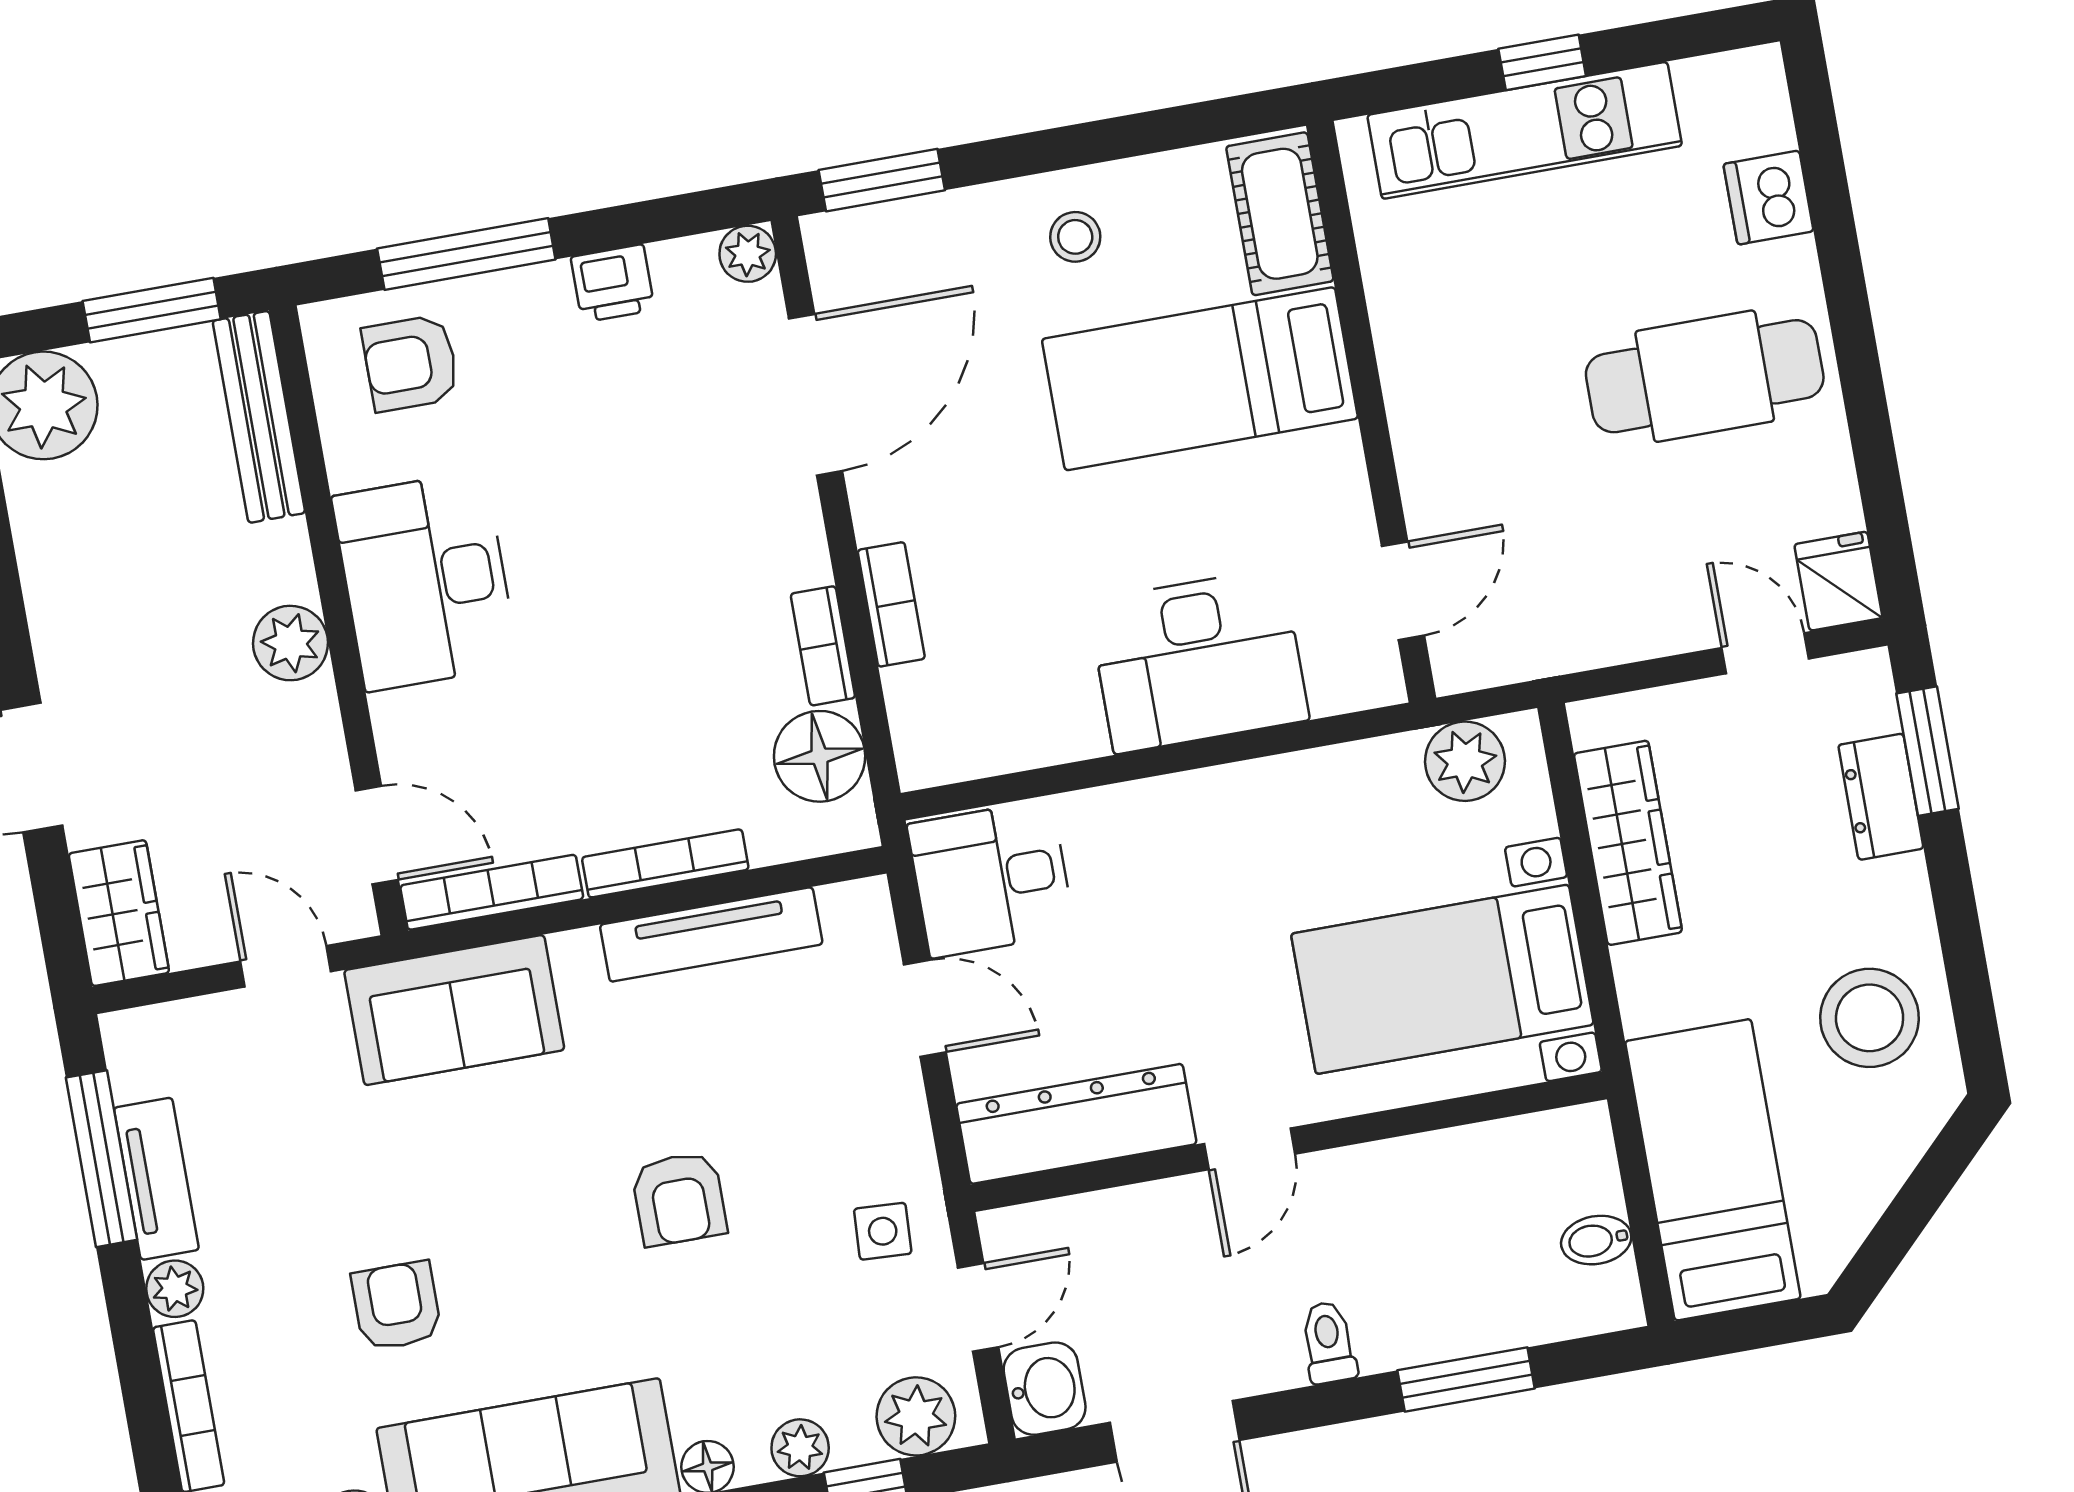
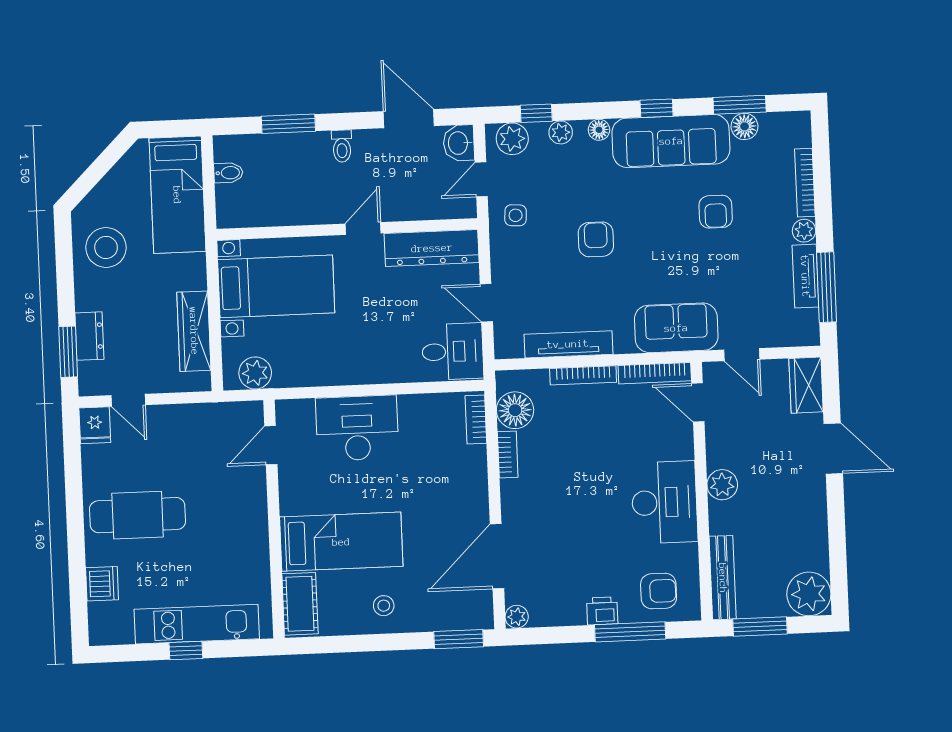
printer: (613, 283) -> (602, 611), moved
bookcase: (891, 604) -> (476, 419), moved

